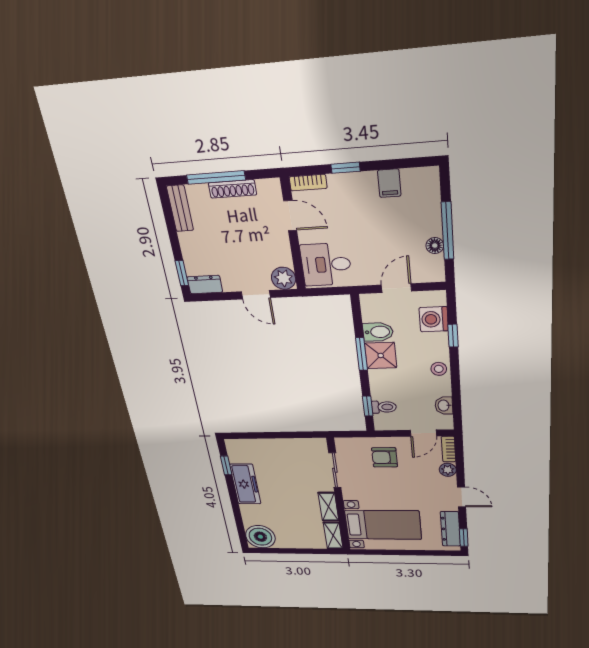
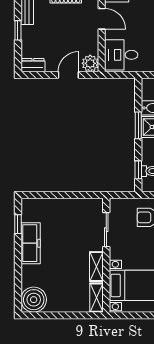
window: (182, 273) -> (18, 30), moved
door: (256, 295) -> (68, 75), swing flipped

